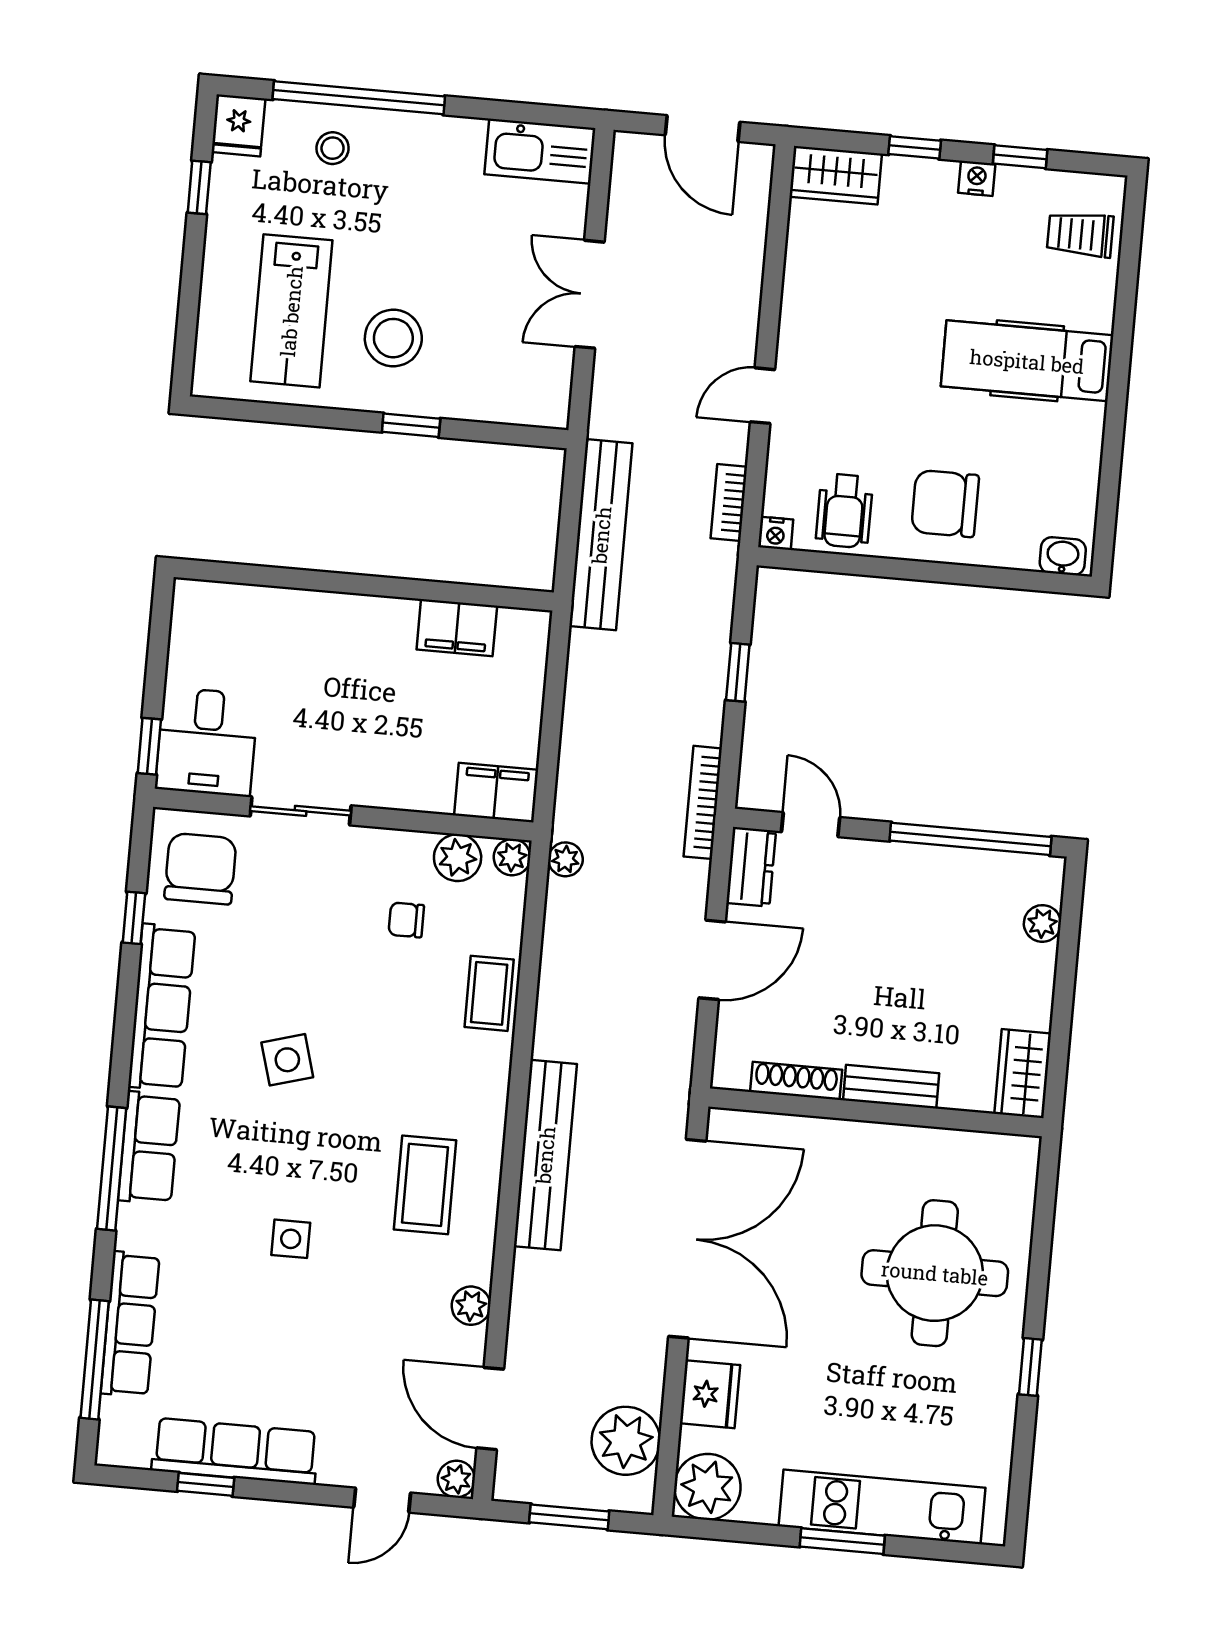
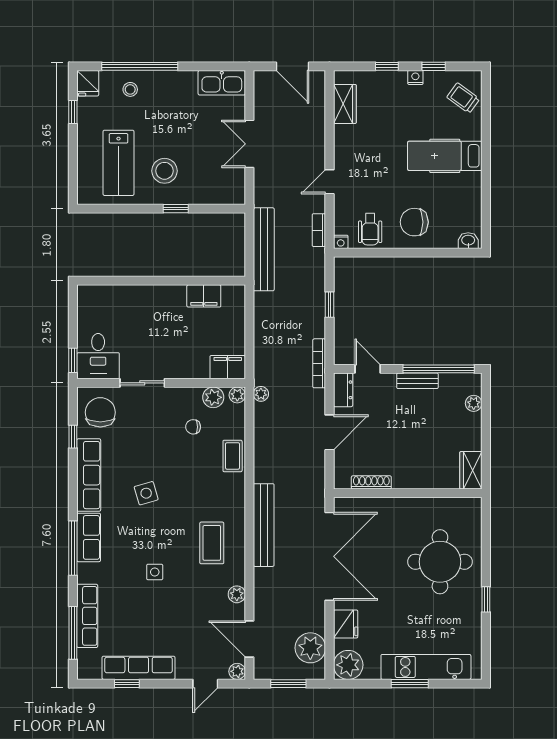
wardrobe: (836, 175) -> (345, 104), moved, turned -90
trolley: (1080, 234) -> (463, 98), turned 36
bench: (891, 1087) -> (417, 381), moved

